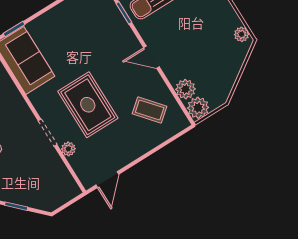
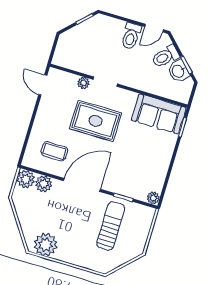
plant: (242, 34) -> (46, 245), width x1.88, depth x1.88
door: (152, 57) -> (82, 185), width x1.87
coffee table: (150, 110) -> (54, 151), turned 40

